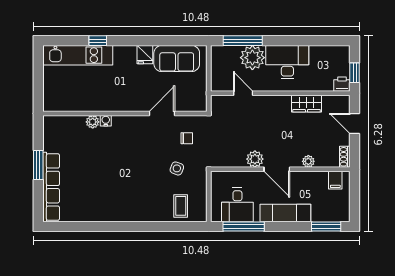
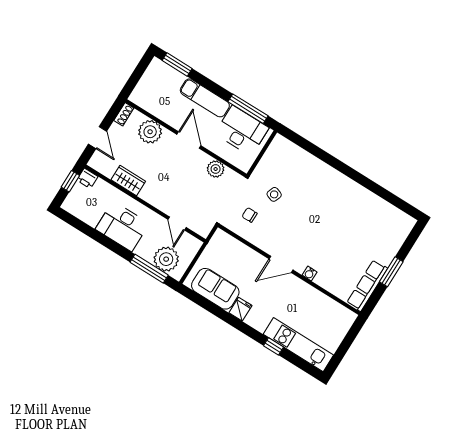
plant: (252, 58) -> (166, 259), moved
door: (162, 113) -> (281, 264), moved
plant: (93, 122) -> (321, 280), removed
plant: (255, 159) -> (216, 169), moved
plant: (308, 161) -> (150, 132), width x1.87, depth x1.87
filing cabinet: (335, 180) -> (145, 99), removed
row of seats: (51, 187) -> (367, 286), moved, width x0.73
desk: (237, 205) -> (242, 131), width x1.37
coffee table: (181, 206) -> (291, 160), removed

